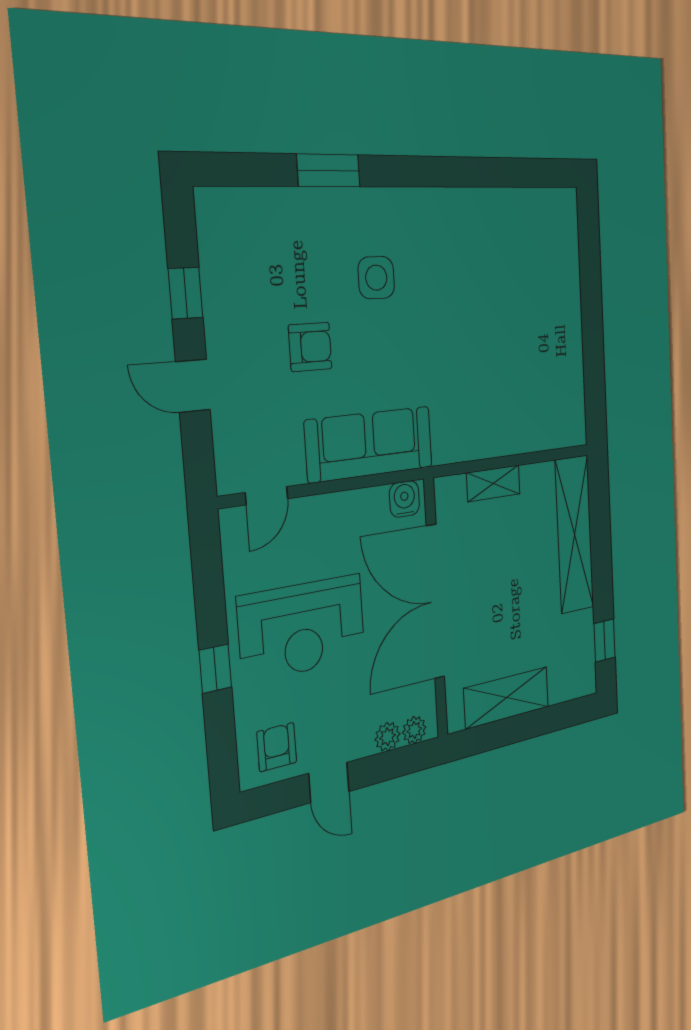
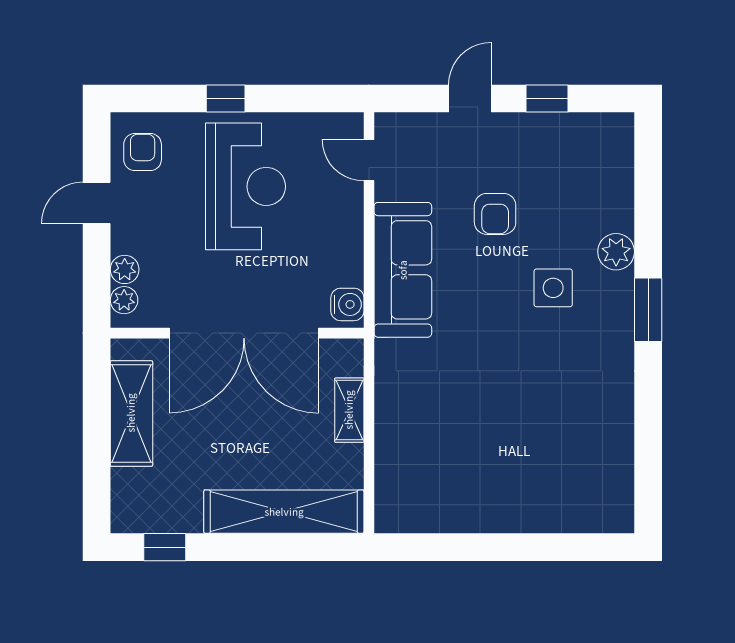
window: (329, 170) -> (648, 310), moved
plant: (338, 207) -> (616, 252), added
double door: (435, 602) -> (244, 333), swing flipped
reception desk: (302, 628) -> (245, 186), turned 180
armchair: (277, 747) -> (143, 152), turned -90

